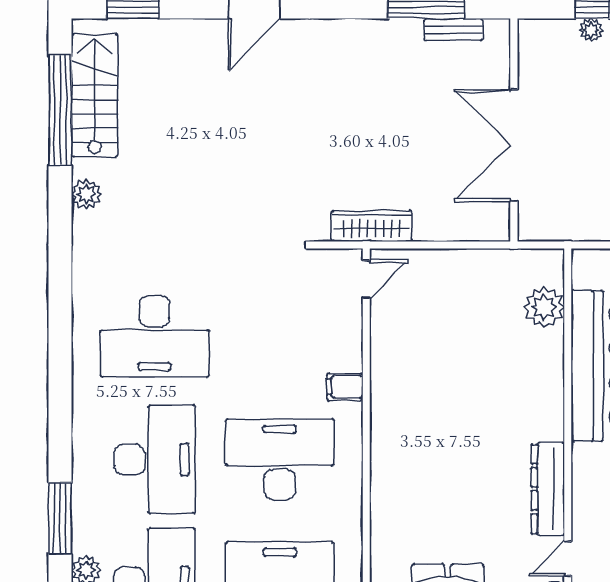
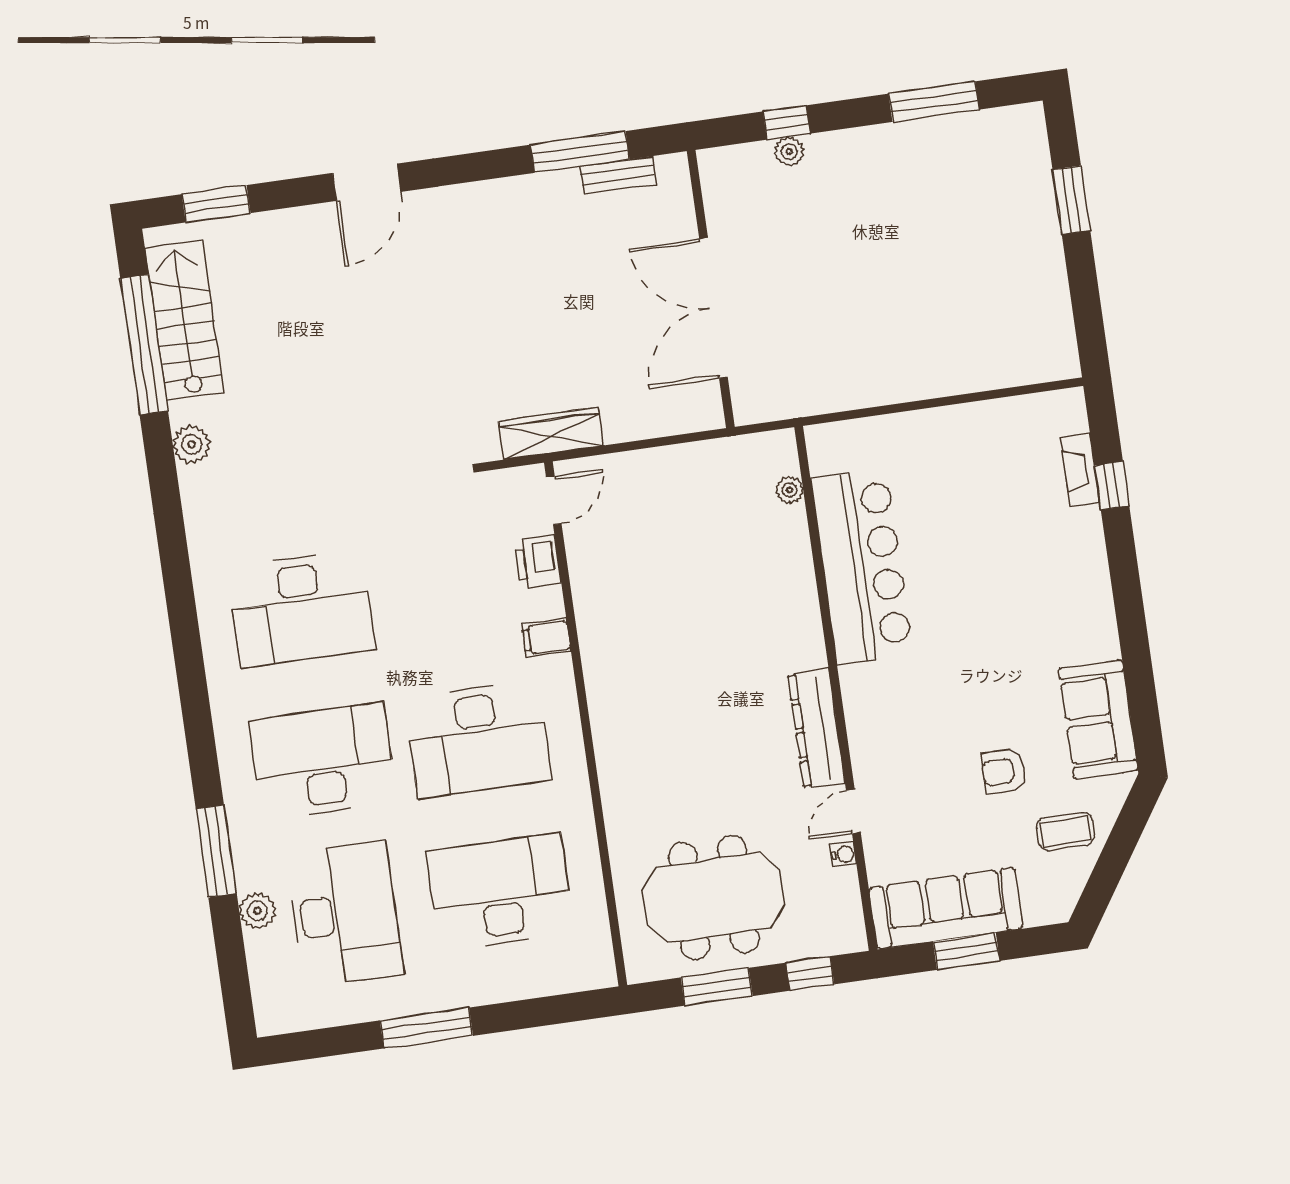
plant: (544, 307) -> (790, 490), width x0.53, depth x0.53
printer: (346, 326) -> (538, 562), added
desk: (155, 459) -> (323, 761), turned -90
desk: (280, 459) -> (478, 739), turned 180

